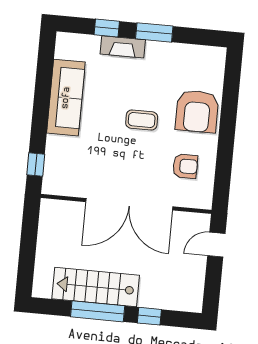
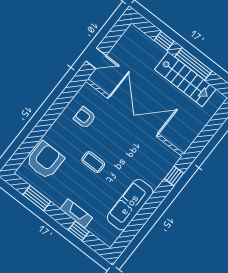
window: (154, 32) -> (37, 198), moved
armchair: (197, 111) -> (45, 160), moved

